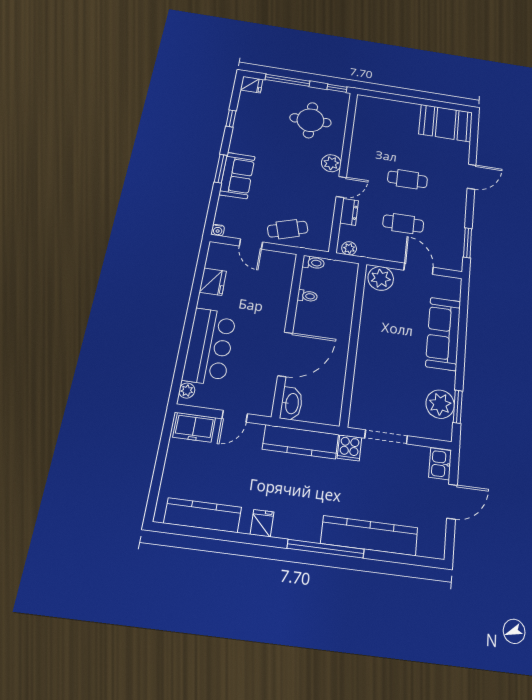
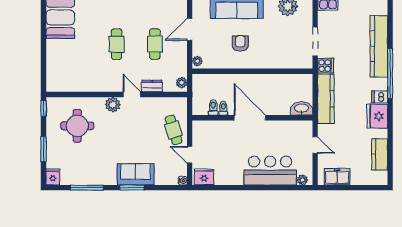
window: (287, 80) -> (44, 149), width x0.69
window: (231, 118) -> (87, 188), width x2.17
door: (251, 244) -> (190, 155), swing flipped
toilet: (313, 263) -> (213, 107), moved
plant: (381, 278) -> (197, 61), width x0.53, depth x0.53
fridge: (213, 282) -> (204, 177), moved
armchair: (393, 331) -> (240, 44), added
door: (285, 354) -> (250, 118), moved
freezer: (194, 427) -> (337, 177), moved, turned -90
kitchen counter: (203, 515) -> (380, 154), width x0.67
fridge: (262, 523) -> (377, 116), width x1.88, depth x1.34
dishwasher: (292, 527) -> (380, 97), added

